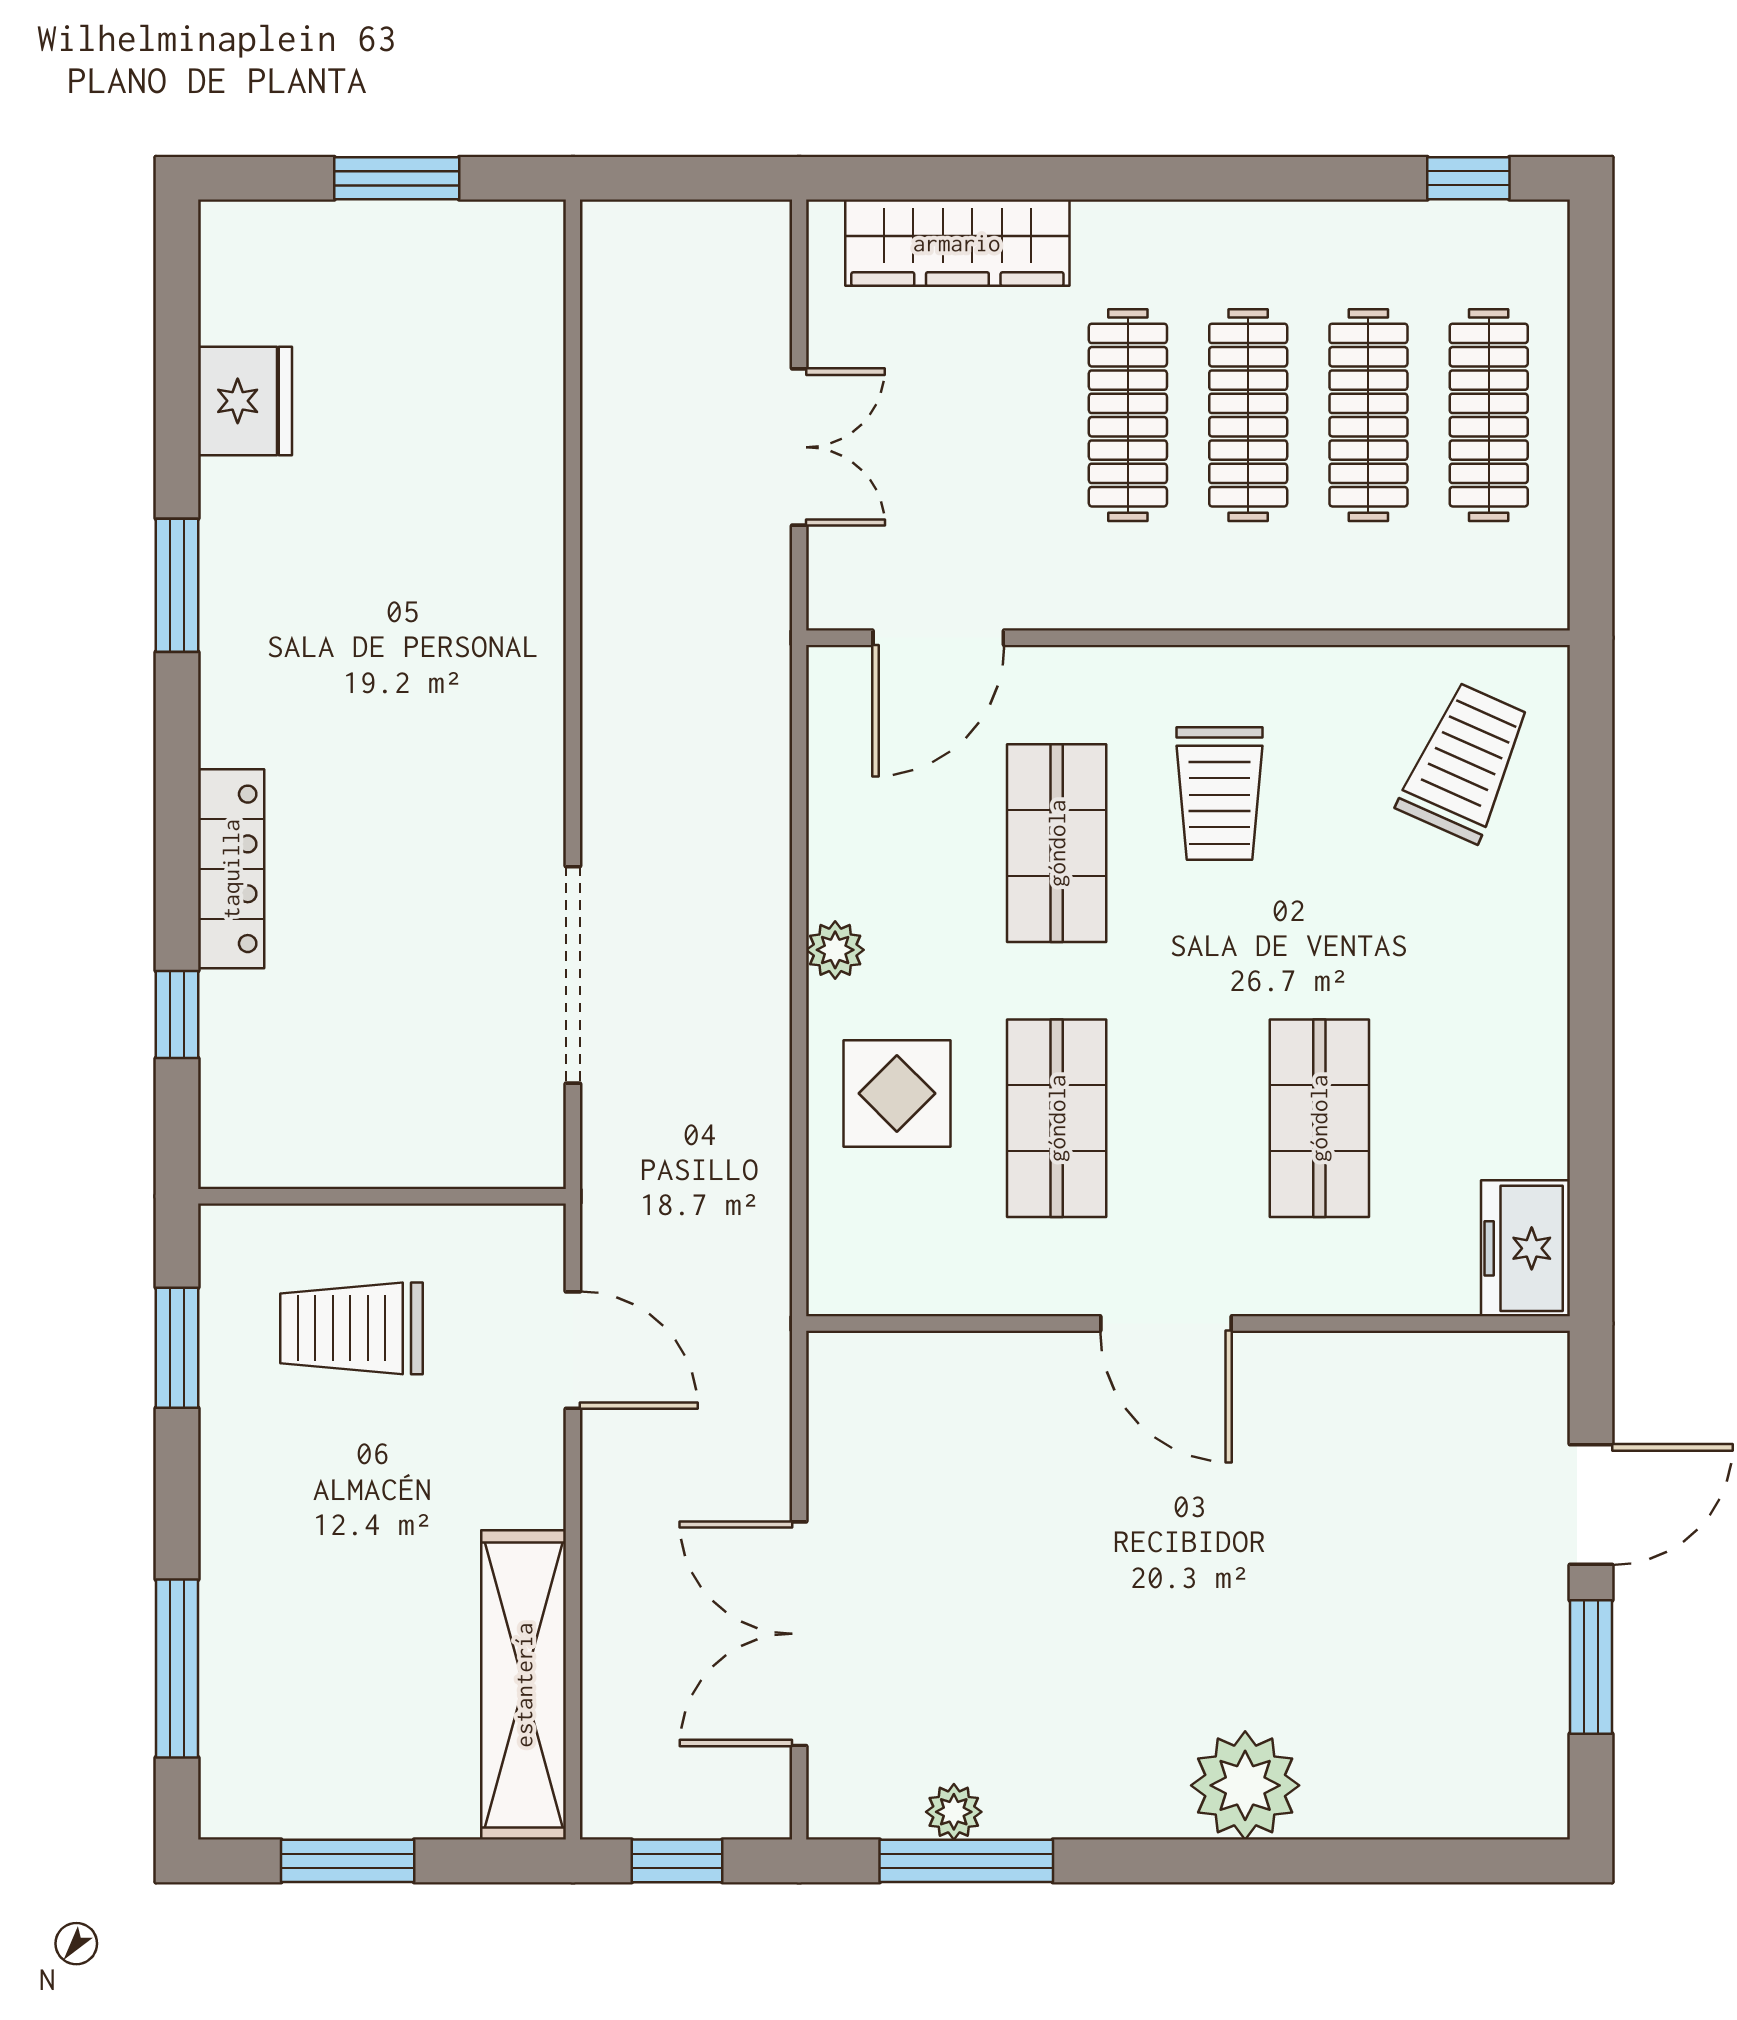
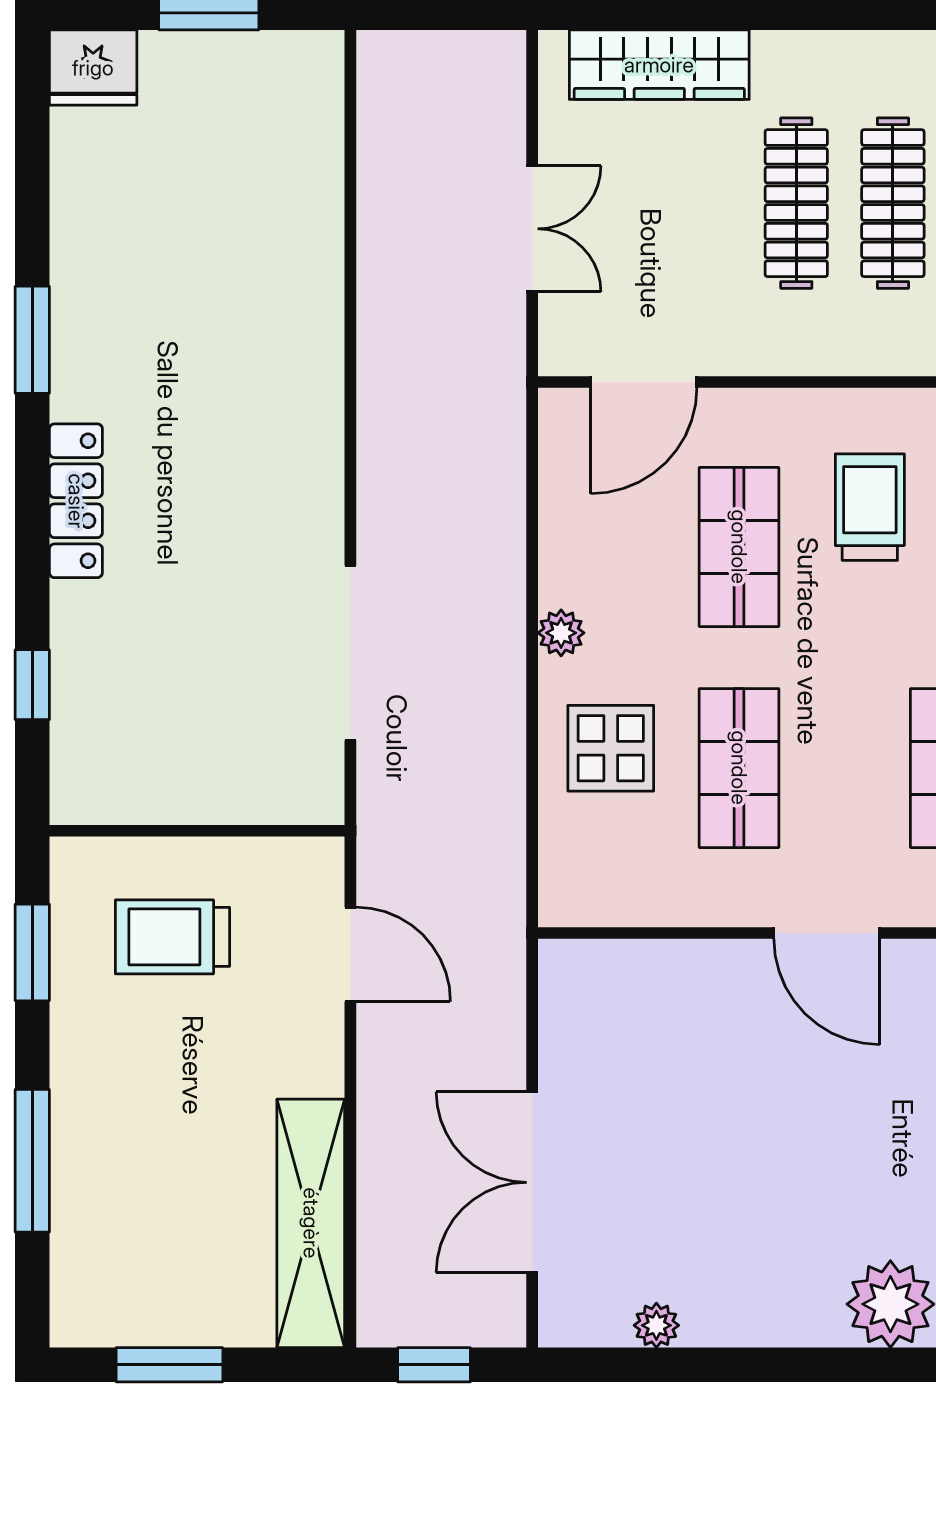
fridge: (245, 401) -> (93, 68), moved, turned 90
trolley: (1219, 793) -> (870, 507), turned 180
locker: (231, 869) -> (76, 501), moved
window: (177, 1669) -> (32, 1161), moved
window: (966, 1861) -> (666, 1365), removed

